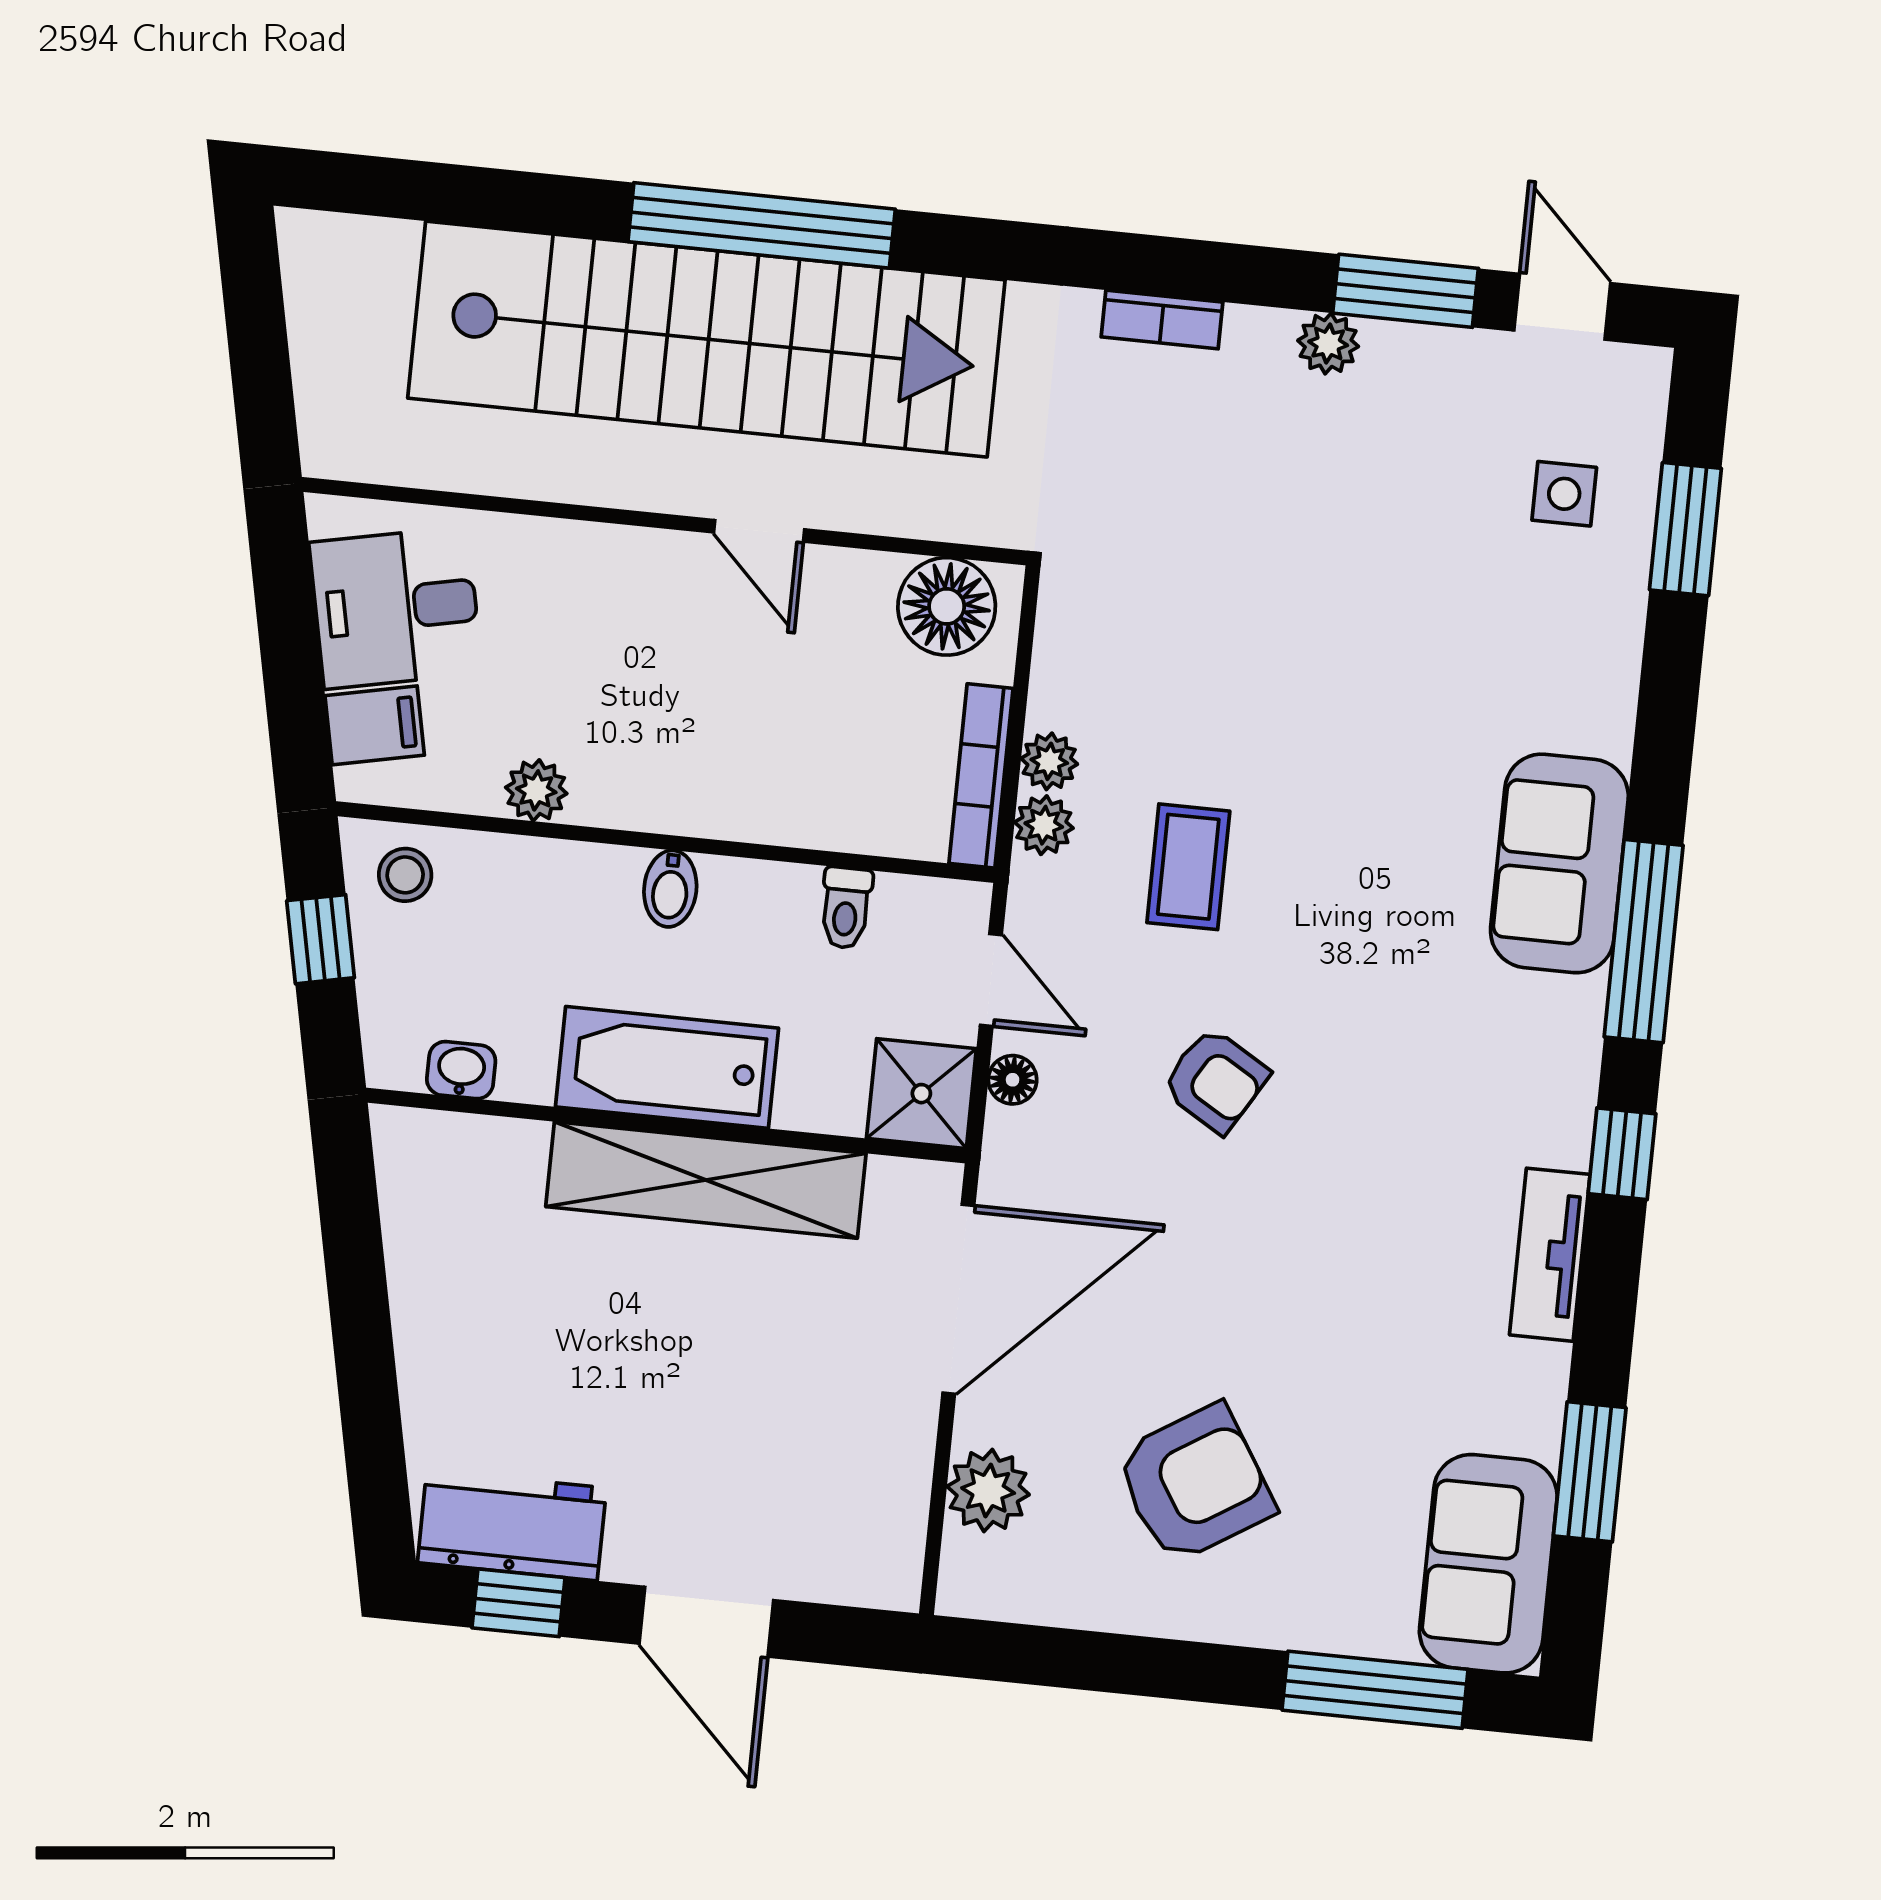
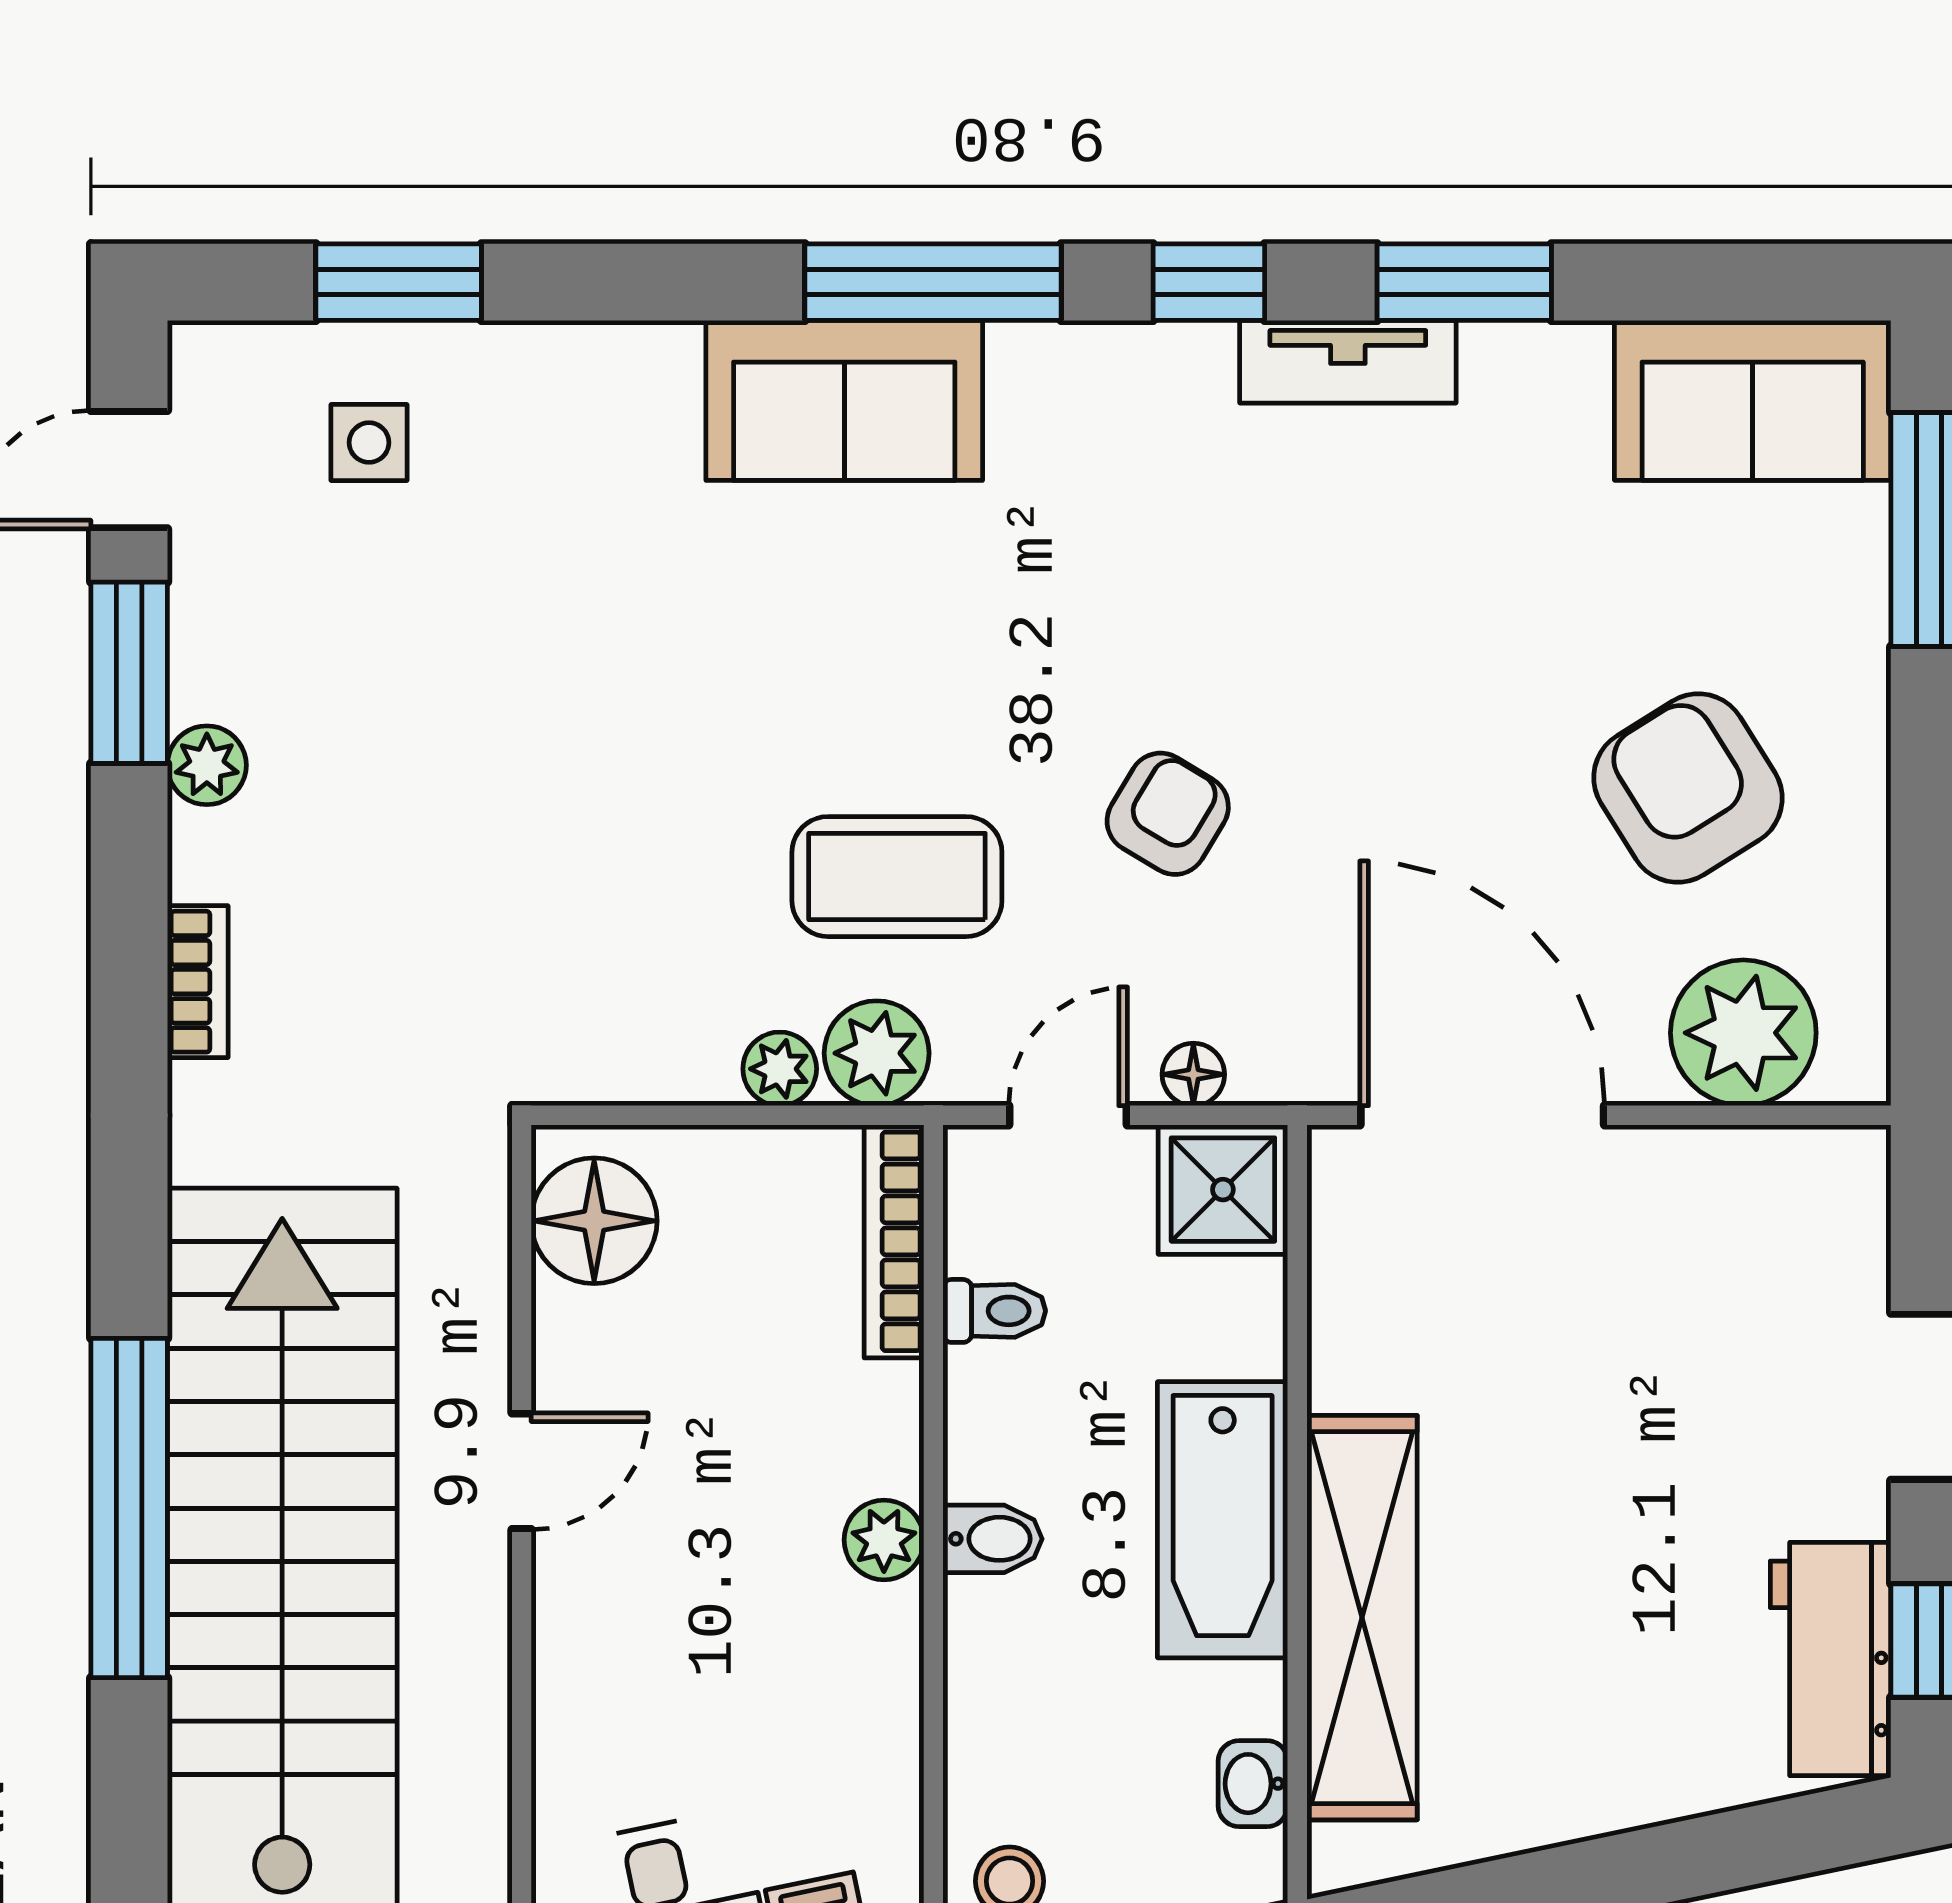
bookcase: (981, 776) -> (894, 1241), moved, turned 90
plant: (536, 790) -> (884, 1540), moved
plant: (1044, 825) -> (877, 1053), width x1.38, depth x1.38
coffee table: (1188, 867) -> (897, 877), width x1.36, depth x1.30
shelving: (706, 1180) -> (1362, 1618), moved
window: (1590, 1472) -> (1464, 282), moved
plant: (988, 1490) -> (1743, 1033), width x1.36, depth x1.36

